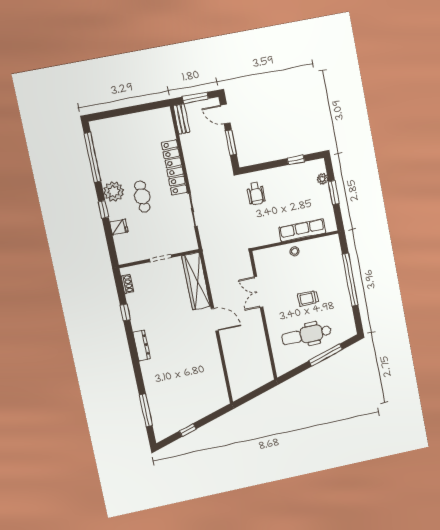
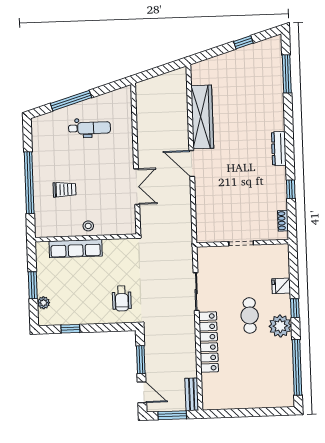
wheelchair: (256, 193) -> (122, 299), turned 180
wardrobe: (196, 281) -> (202, 117), moved
trolley: (308, 298) -> (64, 190), moved
dental chair: (307, 335) -> (90, 128), width x0.73, depth x0.72

